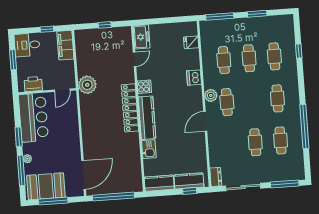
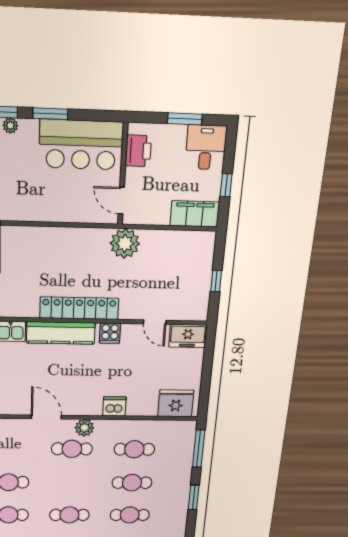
fridge: (191, 42) -> (176, 403), width x1.88, depth x1.34

